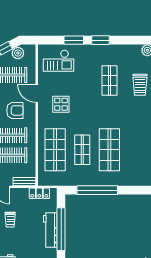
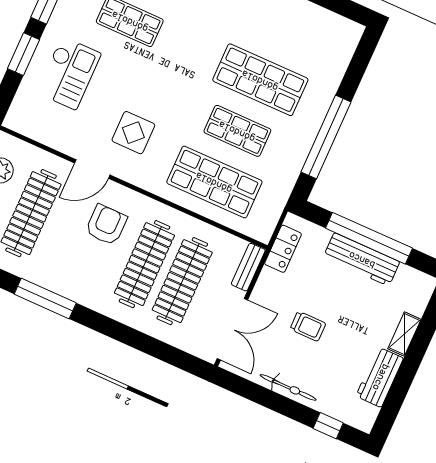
checkout: (58, 61) -> (69, 73), moved

